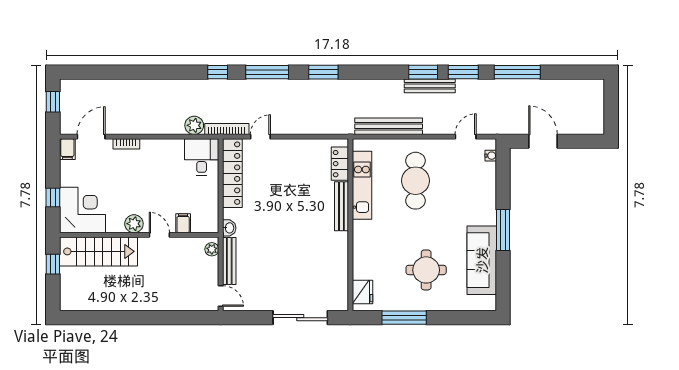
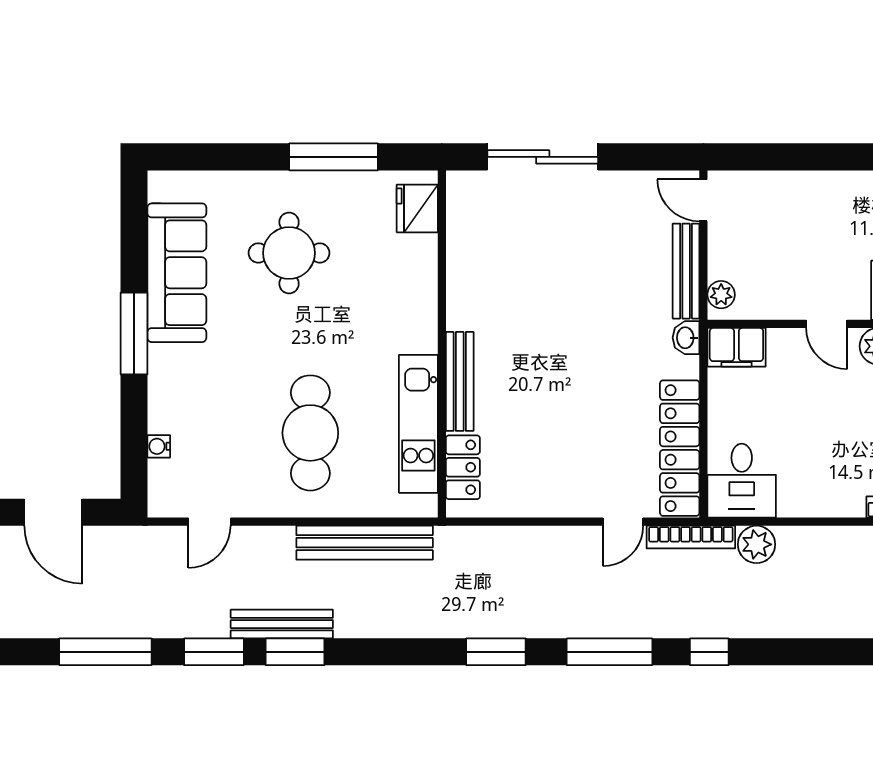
water cooler: (491, 156) -> (159, 446), moved
filing cabinet: (183, 223) -> (736, 347), moved, width x2.00

